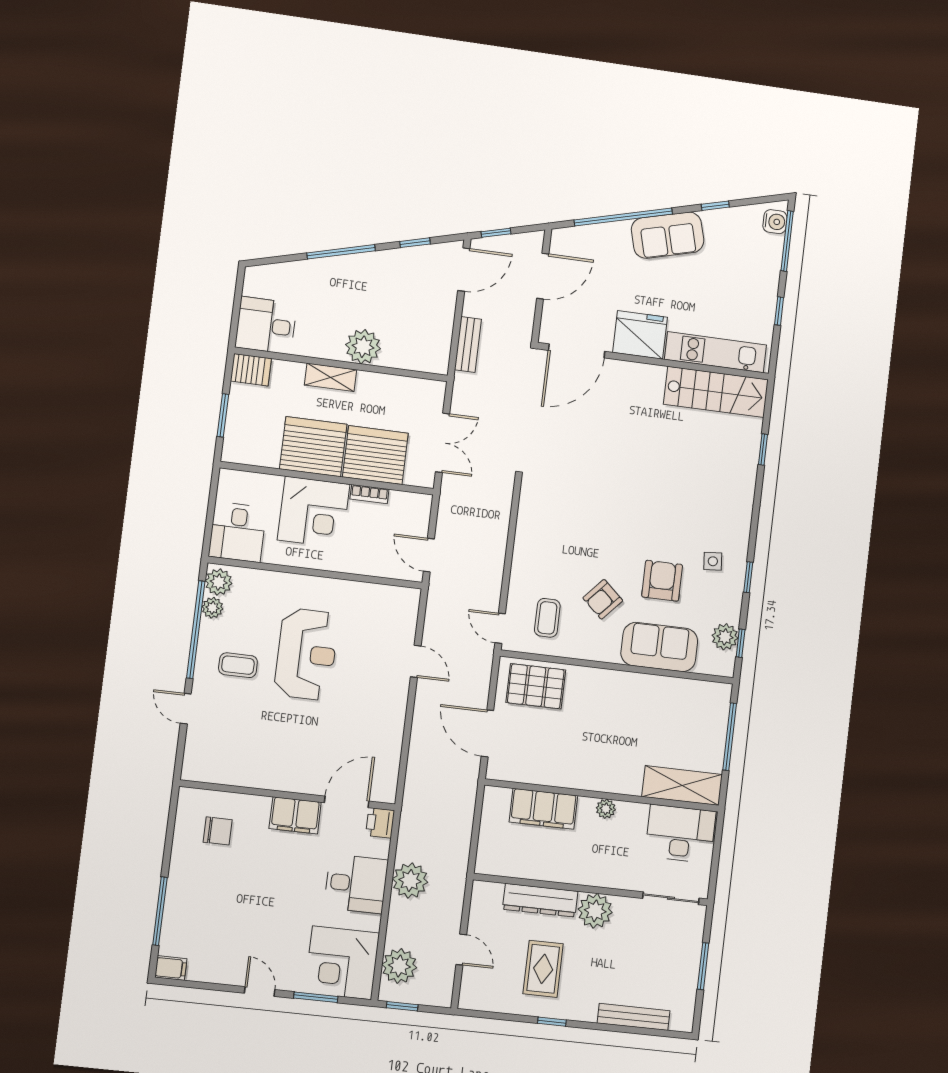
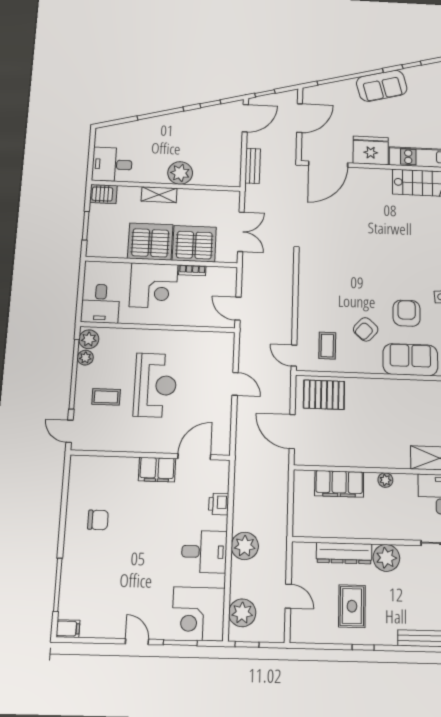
wall: (288, 795) -> (150, 455), moved
door: (347, 802) -> (194, 457), moved
filing cabinet: (295, 815) -> (157, 470), moved

